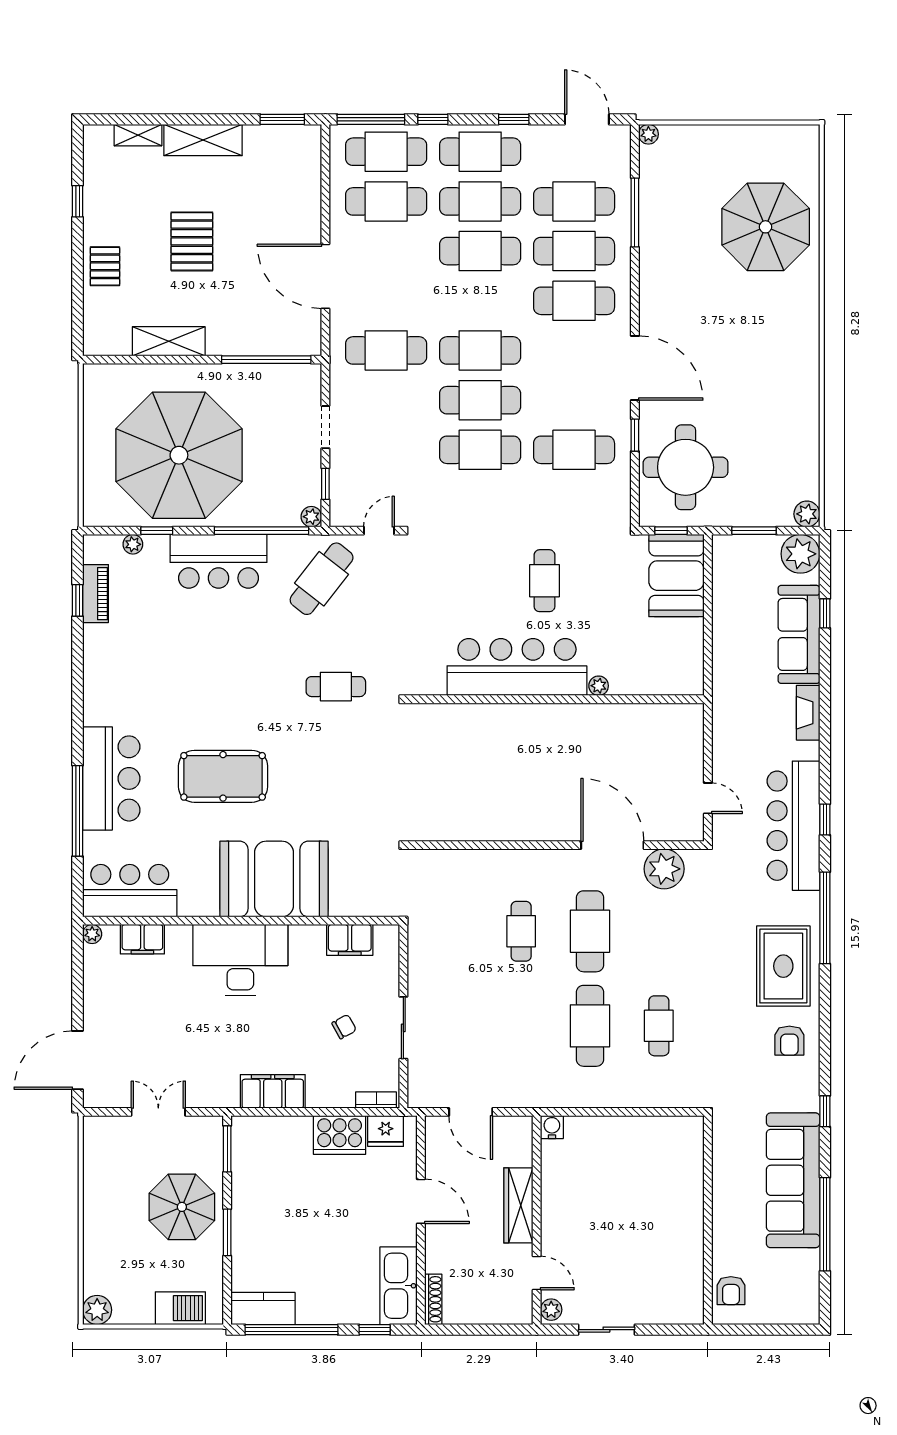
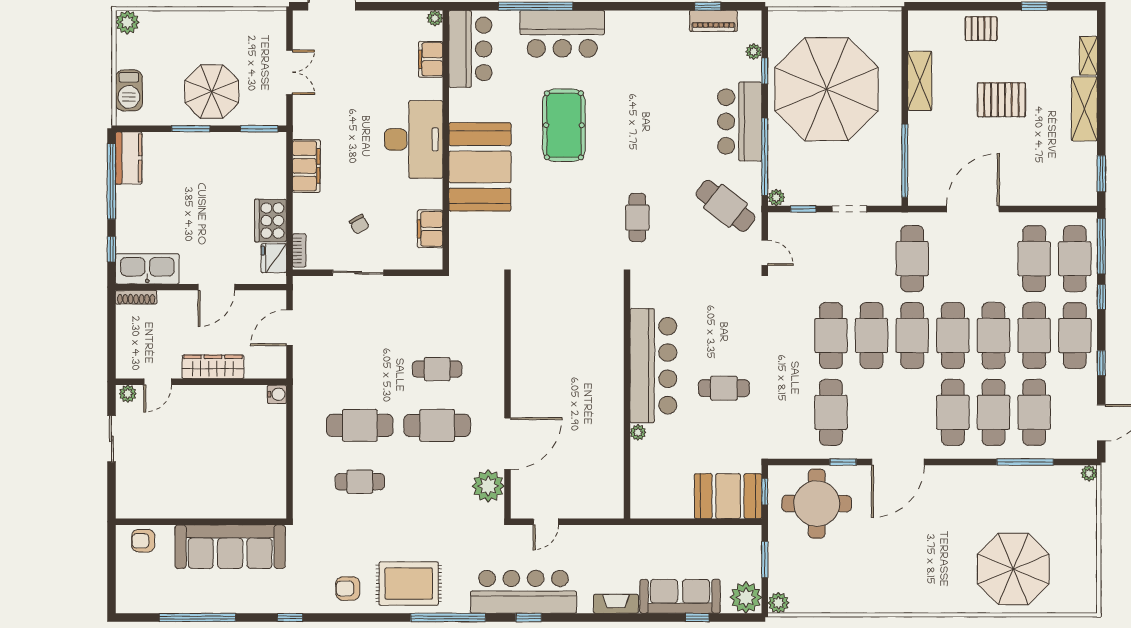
cafe table: (480, 301) -> (953, 336), added
sofa: (793, 1180) -> (230, 547), moved, turned 180

